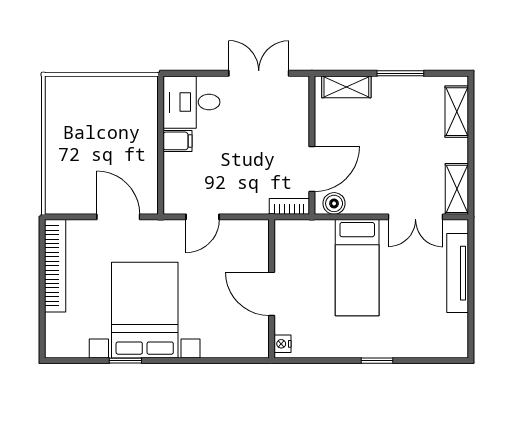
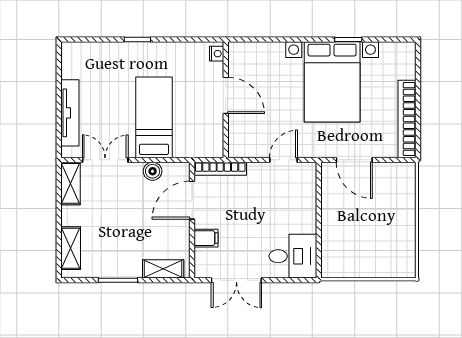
filing cabinet: (177, 141) -> (206, 238), moved, turned 180
boiler: (334, 203) -> (153, 171), moved
bookcase: (289, 206) -> (220, 169), width x1.56

